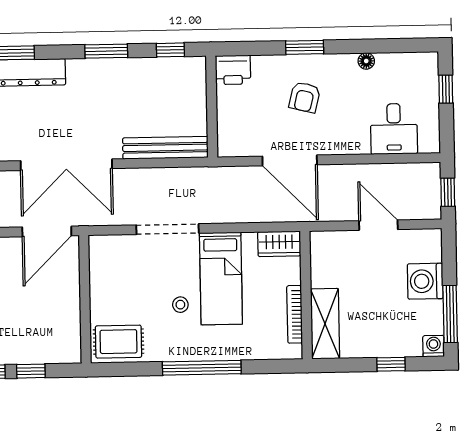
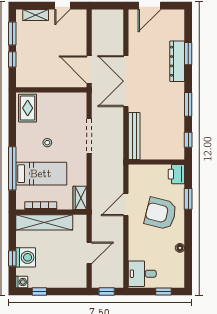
window: (305, 47) -> (188, 199), moved
armchair: (305, 97) -> (161, 213), width x1.88, depth x1.88
desk: (394, 129) -> (142, 274), moved
door: (290, 160) -> (126, 205), width x0.73
bed: (221, 279) -> (41, 174), moved, turned 180
washing machine: (425, 281) -> (26, 257), moved, turned 90
window: (450, 314) -> (39, 292), width x0.46
shelving: (325, 324) -> (44, 222), width x1.47
window: (202, 368) -> (12, 168), moved

